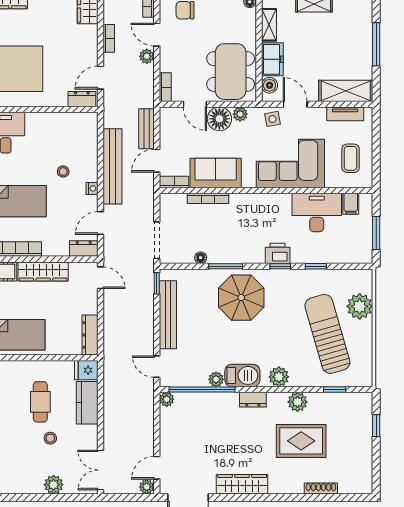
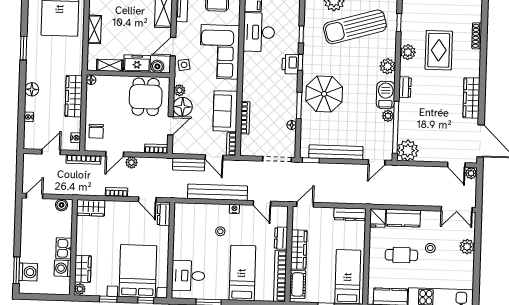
dining table: (231, 72) -> (146, 97), width x0.73
dresser: (84, 249) -> (281, 238), moved
plant: (167, 399) -> (408, 150), width x1.88, depth x1.88

